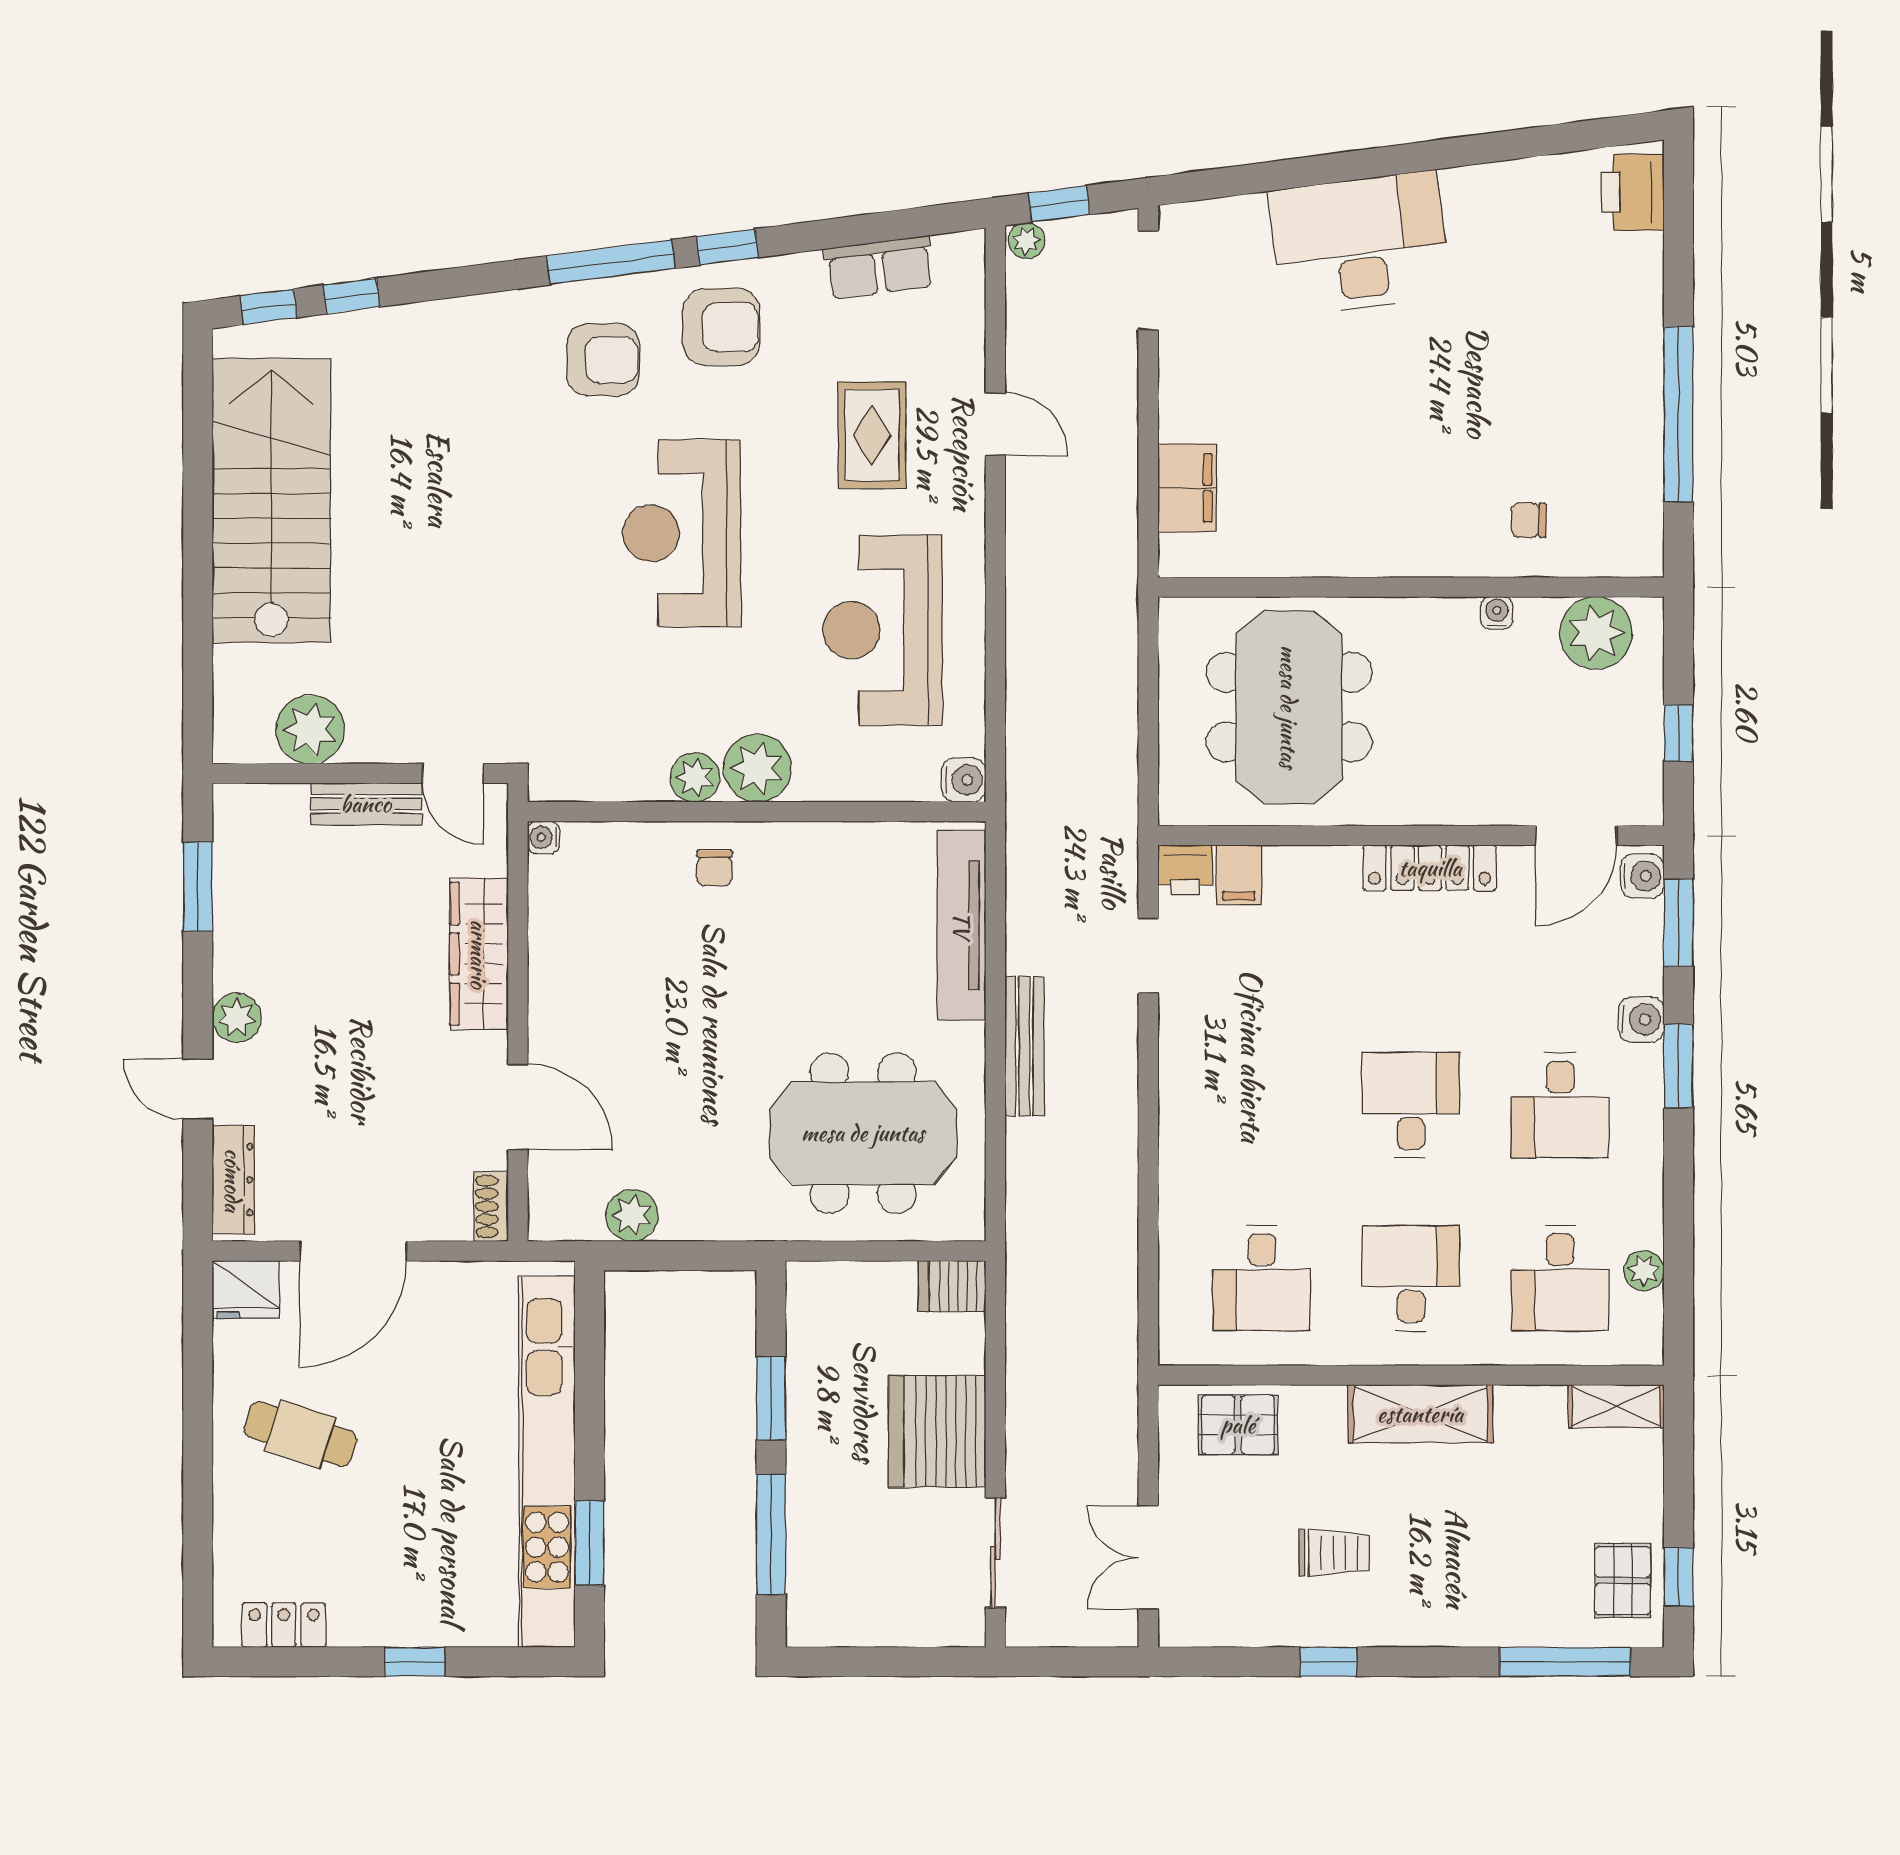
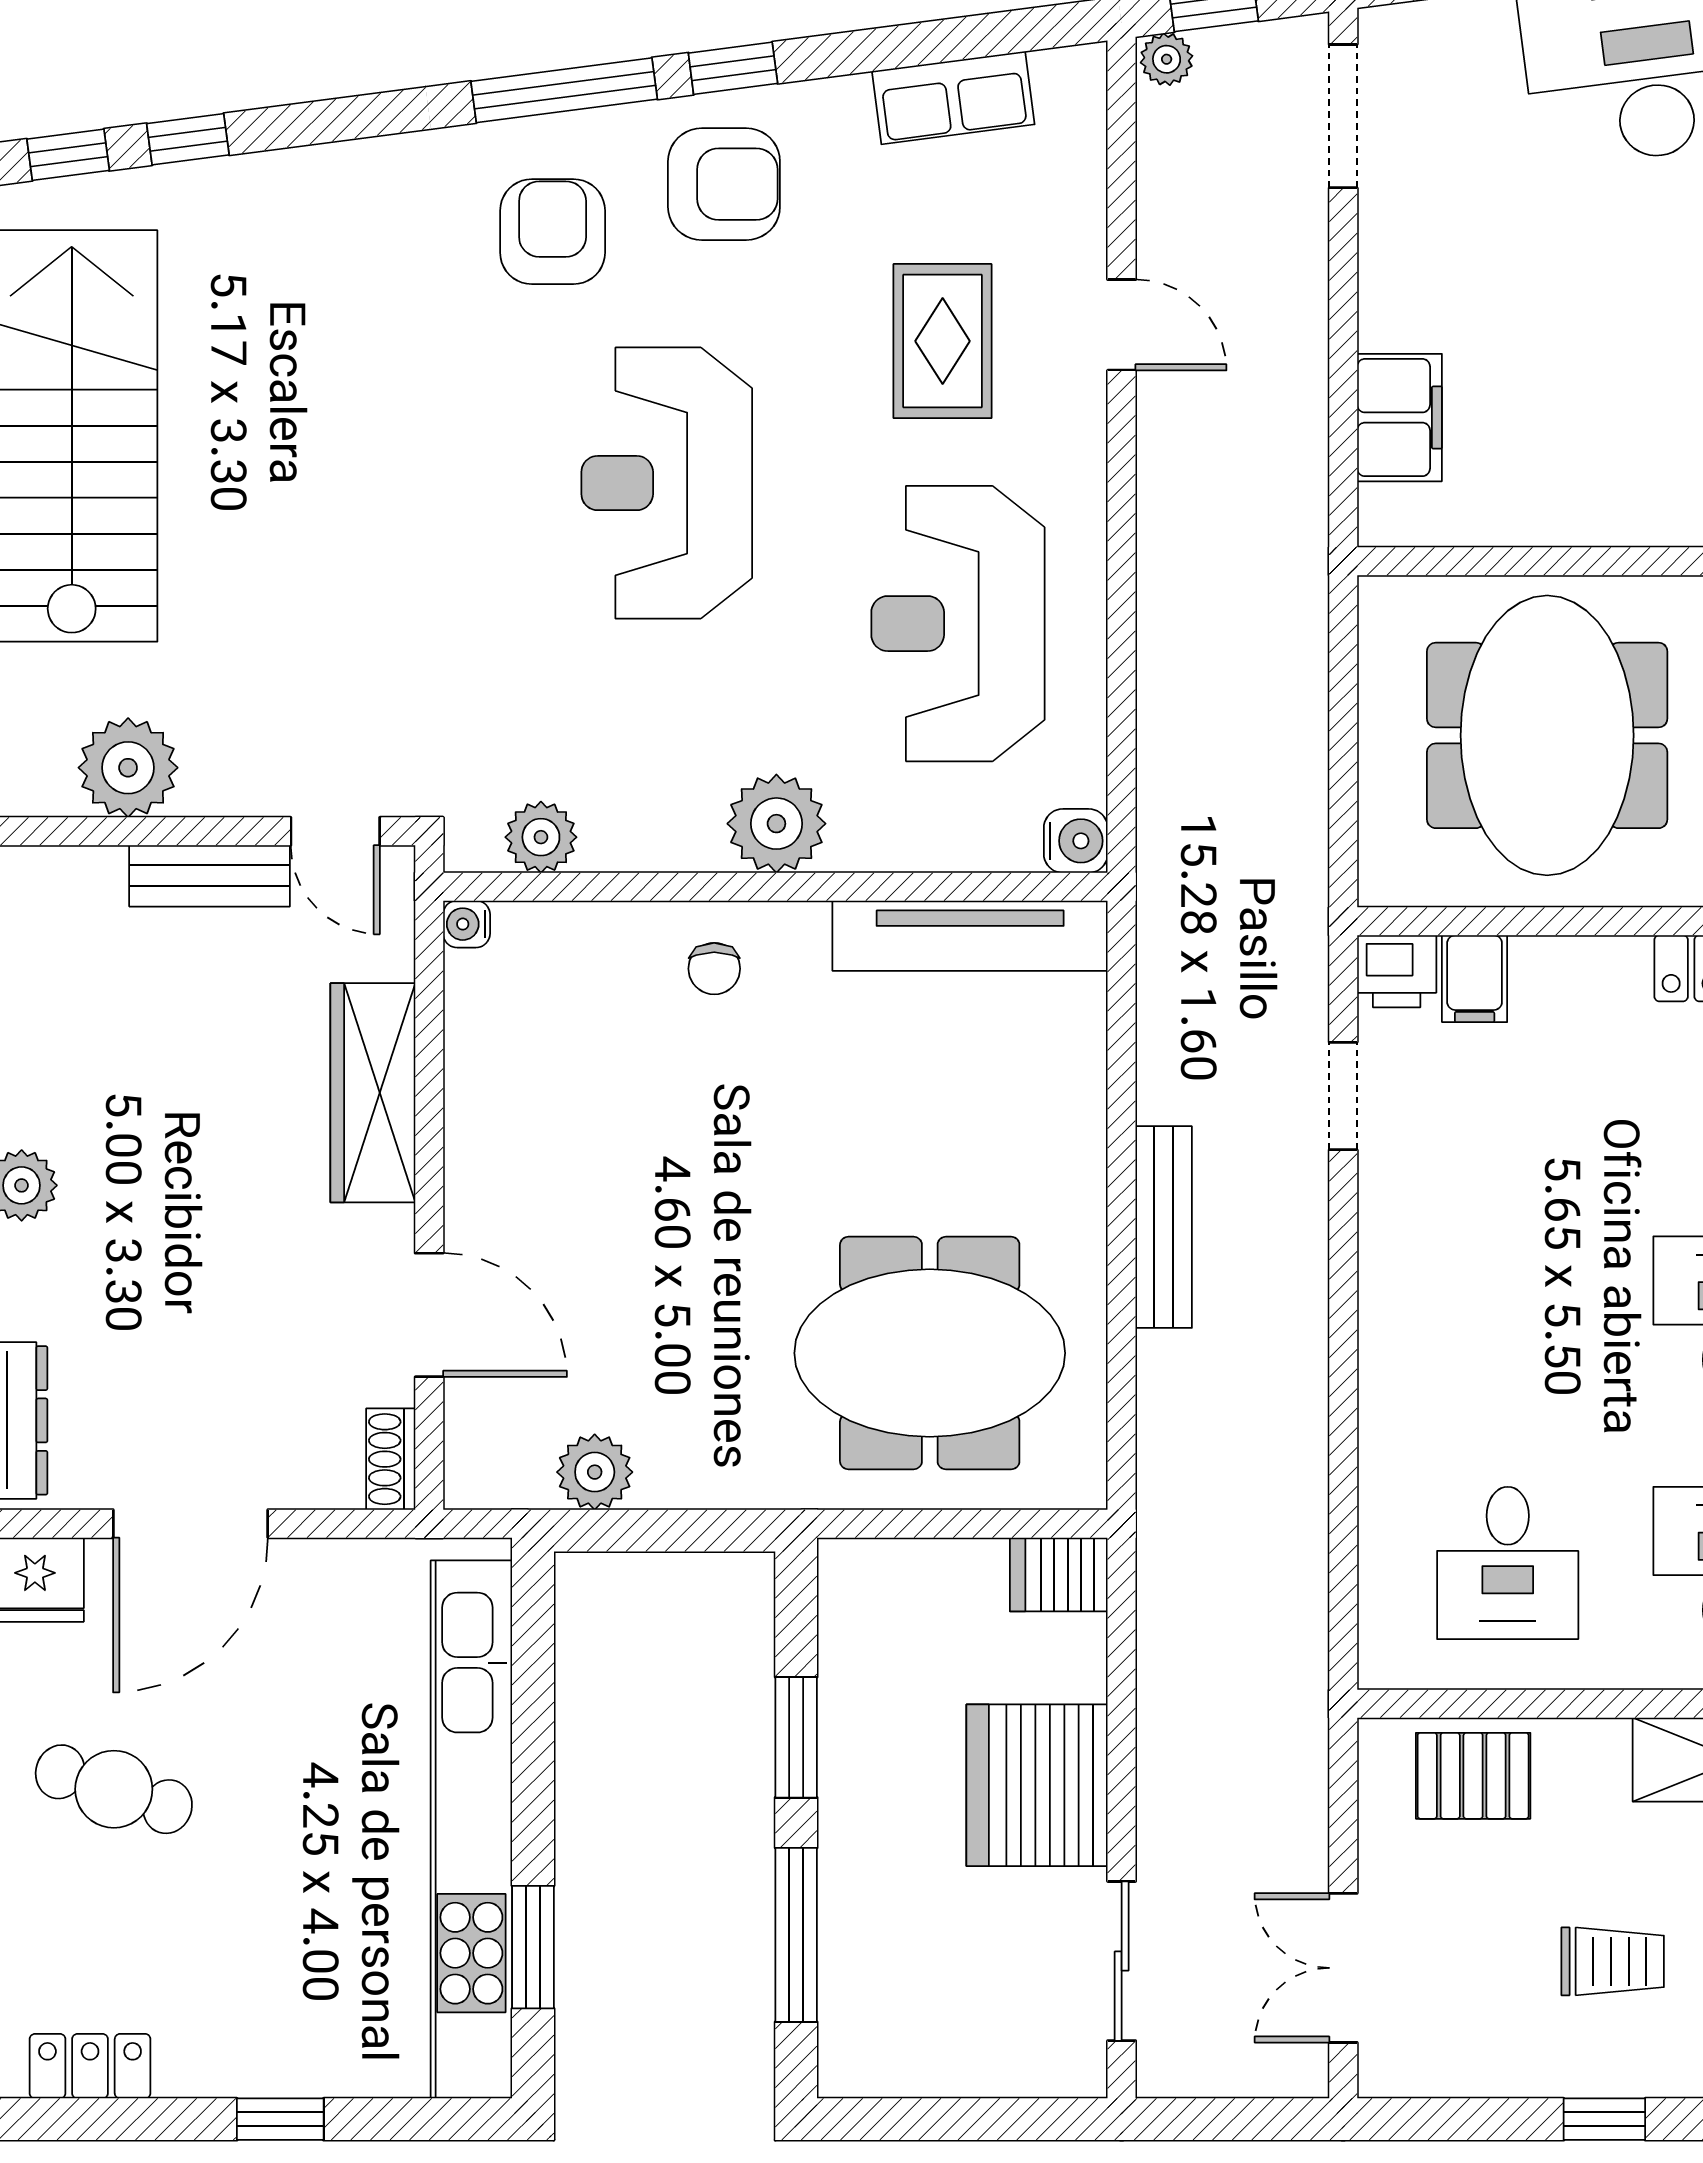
armchair: (603, 360) -> (553, 232), turned -90
plant: (695, 777) -> (541, 837), moved
tv unit: (962, 925) -> (970, 936), moved, turned -90

